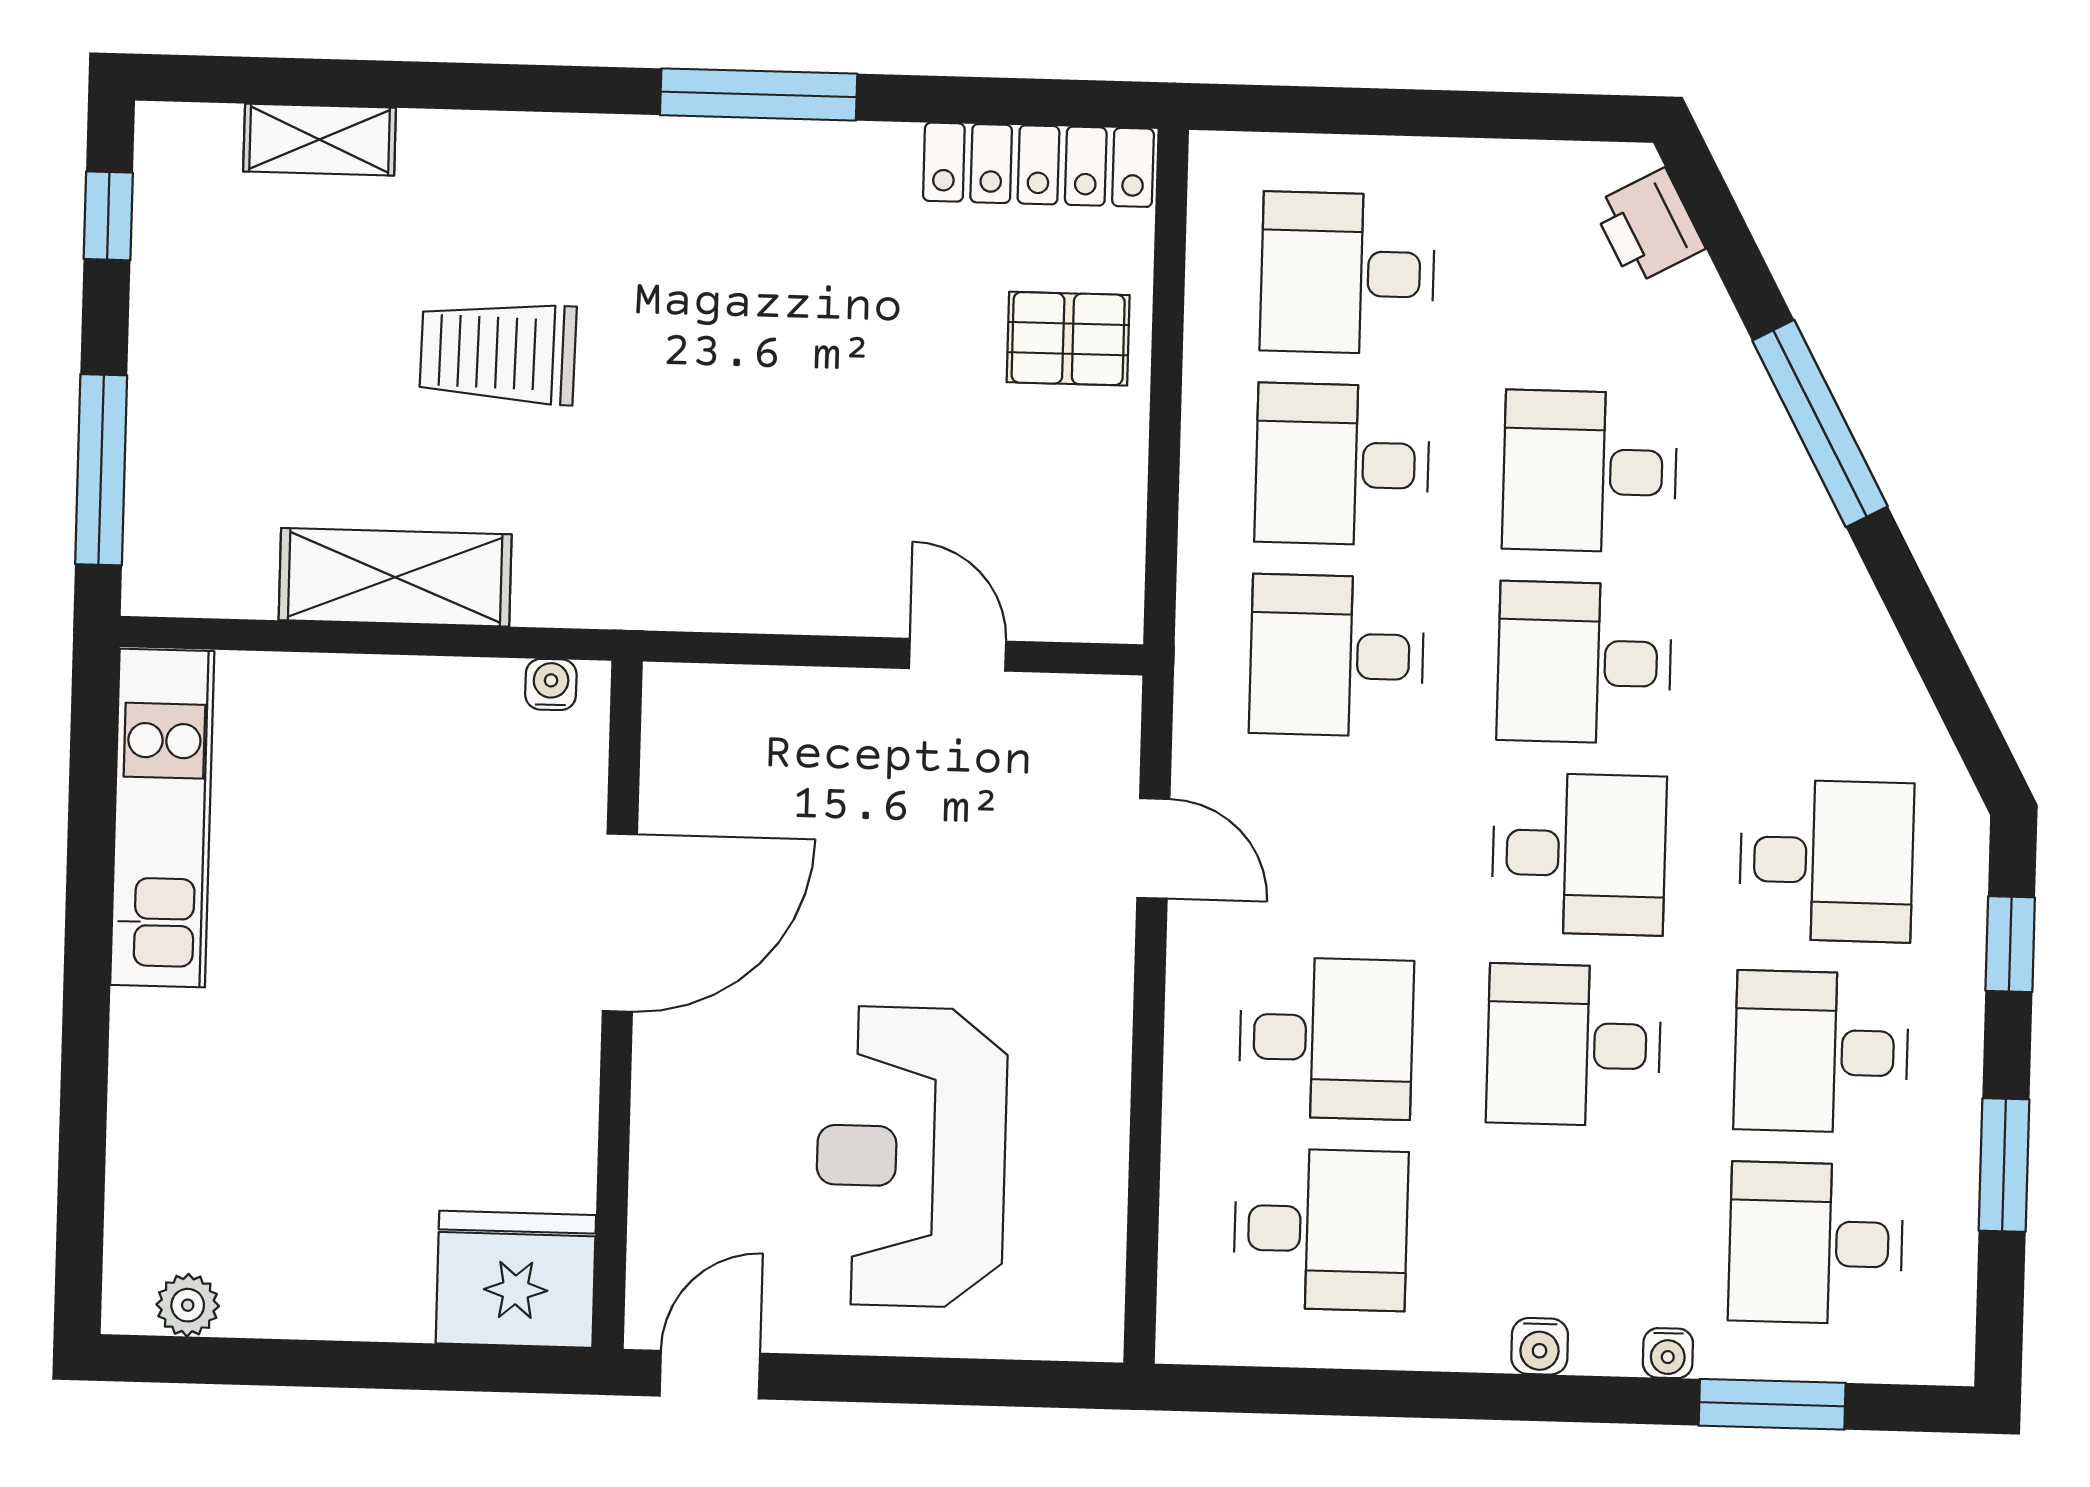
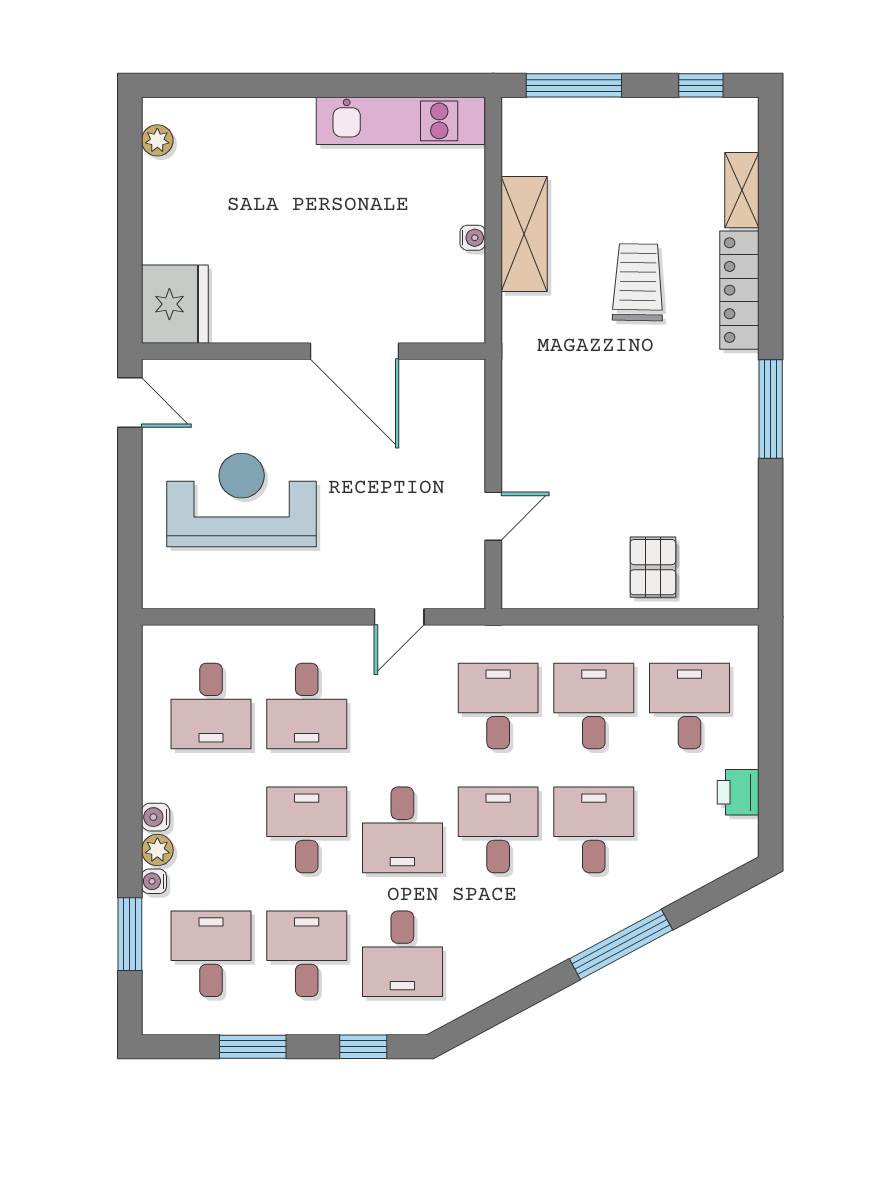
locker: (1038, 165) -> (739, 290), moved
printer: (1649, 226) -> (738, 792), moved, turned -62
water cooler: (551, 684) -> (473, 238), moved
plant: (1606, 1345) -> (157, 850), added

